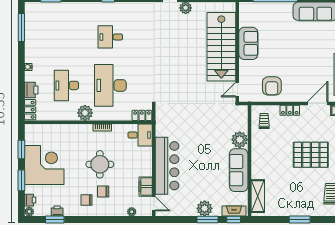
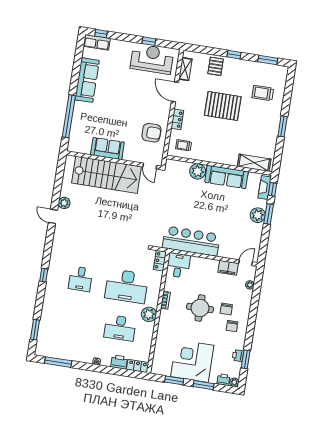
pallet: (311, 155) -> (223, 106), turned 90
bar counter: (167, 166) -> (191, 241), moved

